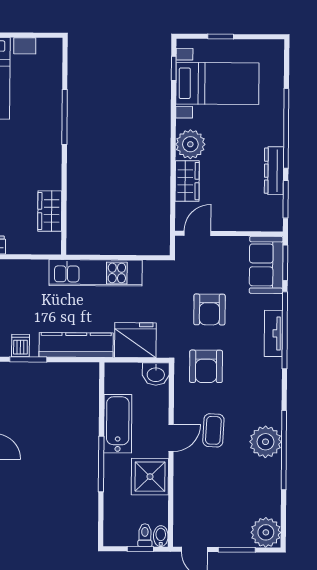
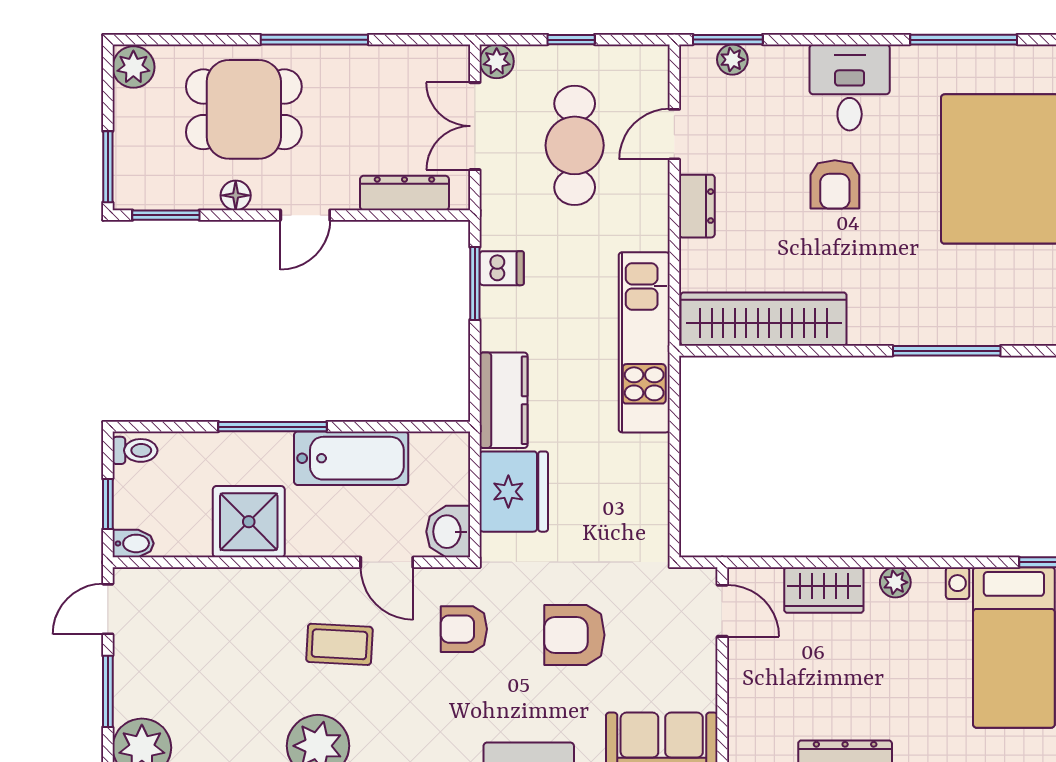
plant: (190, 144) -> (895, 582), width x0.53, depth x0.53
wardrobe: (50, 211) -> (764, 319), width x2.10, depth x1.17
kitchen unit: (96, 273) -> (644, 342), moved
kitchen counter: (76, 345) -> (504, 400), width x0.67
armchair: (206, 366) -> (464, 629), width x0.72, depth x0.72
door: (171, 438) -> (387, 562), moved
toilet: (145, 535) -> (135, 450), moved

